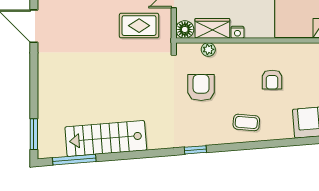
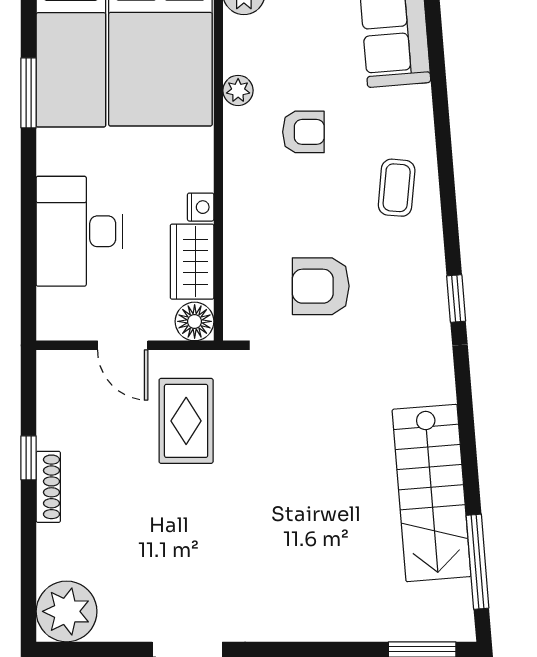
plant: (208, 49) -> (238, 90), moved

